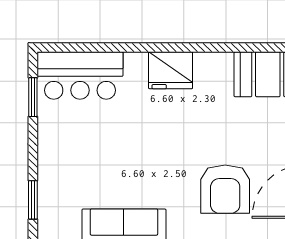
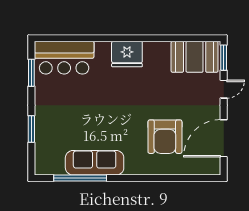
window: (33, 200) -> (31, 129), moved

